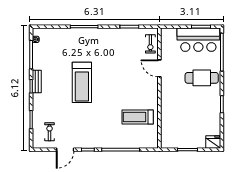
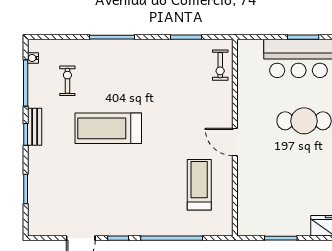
door: (159, 68) -> (235, 142), moved
treadmill: (82, 82) -> (108, 128), turned 90
treadmill: (138, 117) -> (199, 185), turned 90
exercise bike: (50, 132) -> (67, 81), moved

